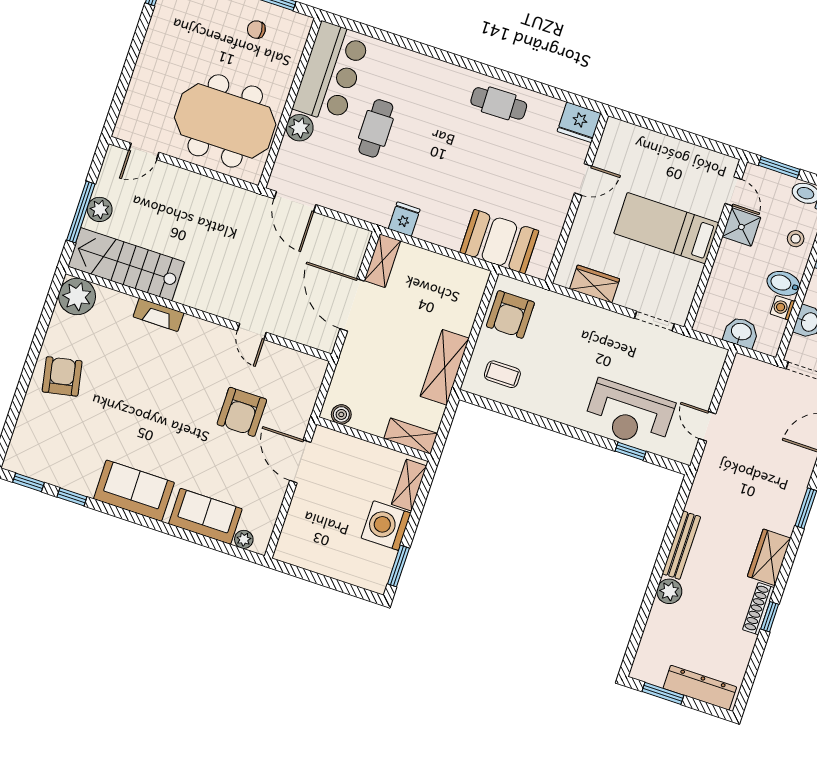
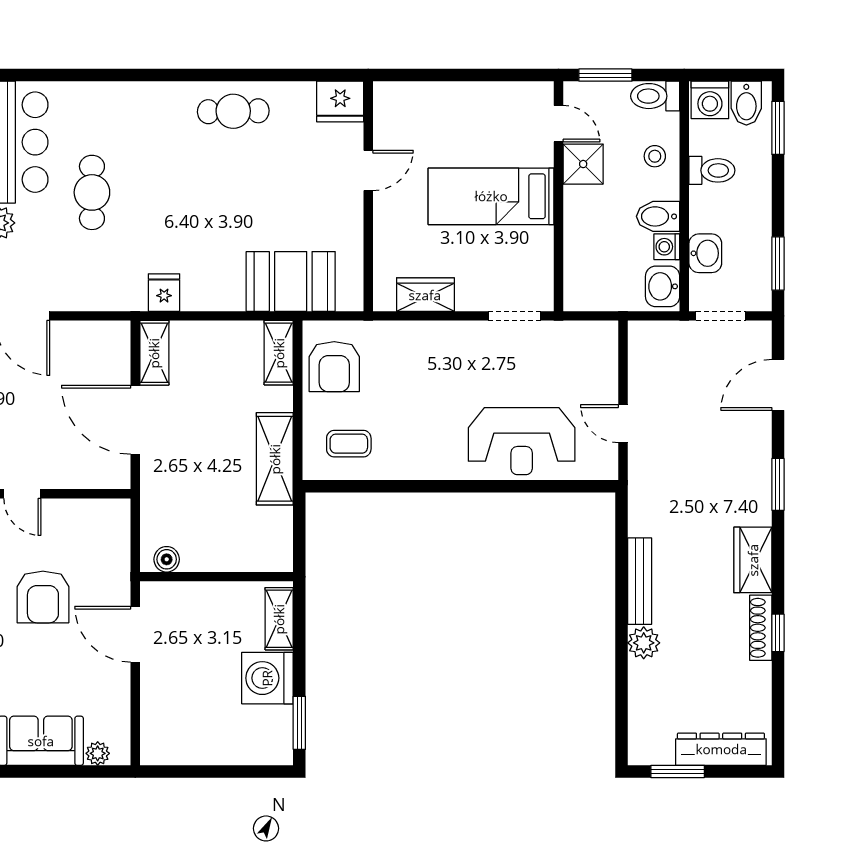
washbasin: (741, 332) -> (663, 286), moved, turned -90
shelving: (411, 436) -> (279, 353), moved, turned 90
window: (631, 451) -> (539, 486), removed

